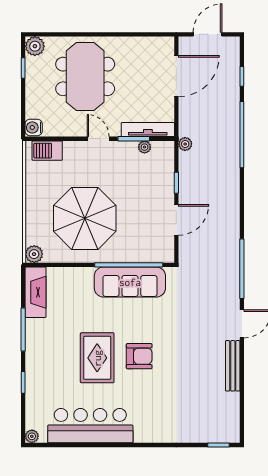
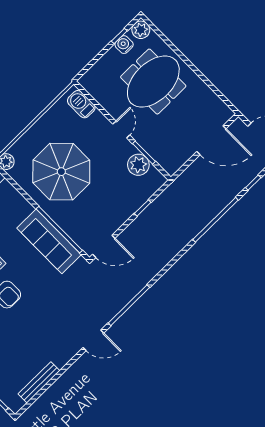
water cooler: (34, 127) -> (124, 45), moved
tv unit: (148, 130) -> (159, 156), removed
plant: (185, 144) -> (173, 189), removed
plant: (144, 147) -> (138, 165), width x1.87, depth x1.87
door: (176, 220) -> (104, 246), moved
bench: (233, 366) -> (39, 382), moved

